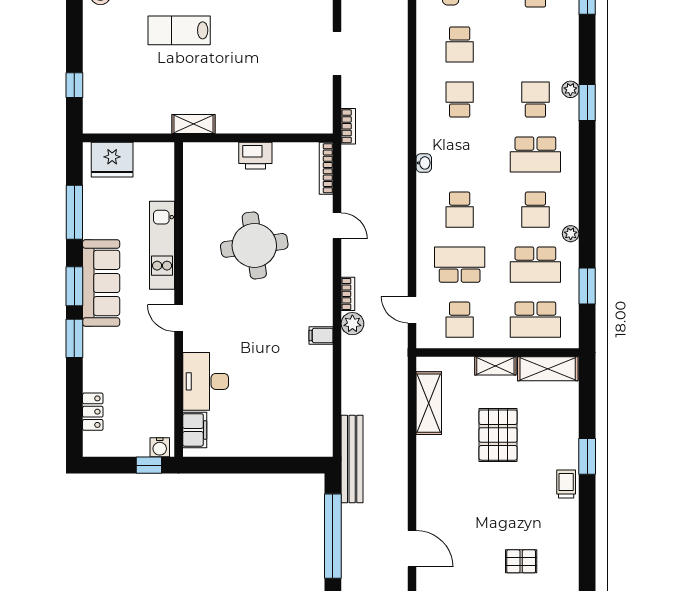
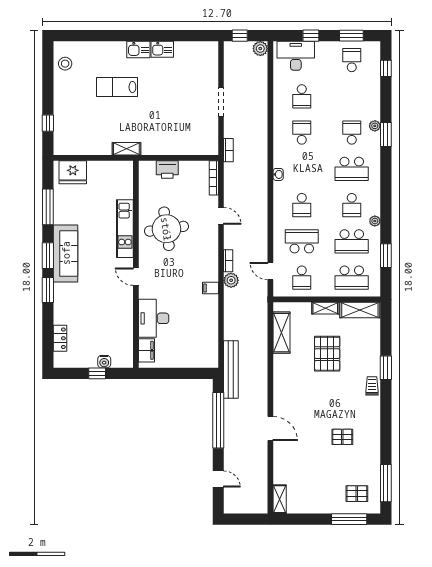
kitchen unit: (162, 245) -> (125, 229), moved
wall: (179, 299) -> (136, 264), moved
door: (179, 318) -> (136, 277), moved
desk: (206, 381) -> (154, 318), moved
filing cabinet: (195, 430) -> (146, 350), moved

